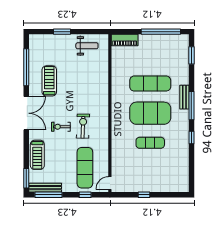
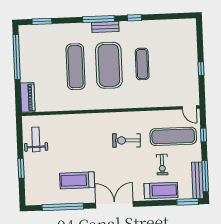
bench: (184, 97) -> (105, 27), moved
exercise bike: (61, 127) -> (162, 165), moved

